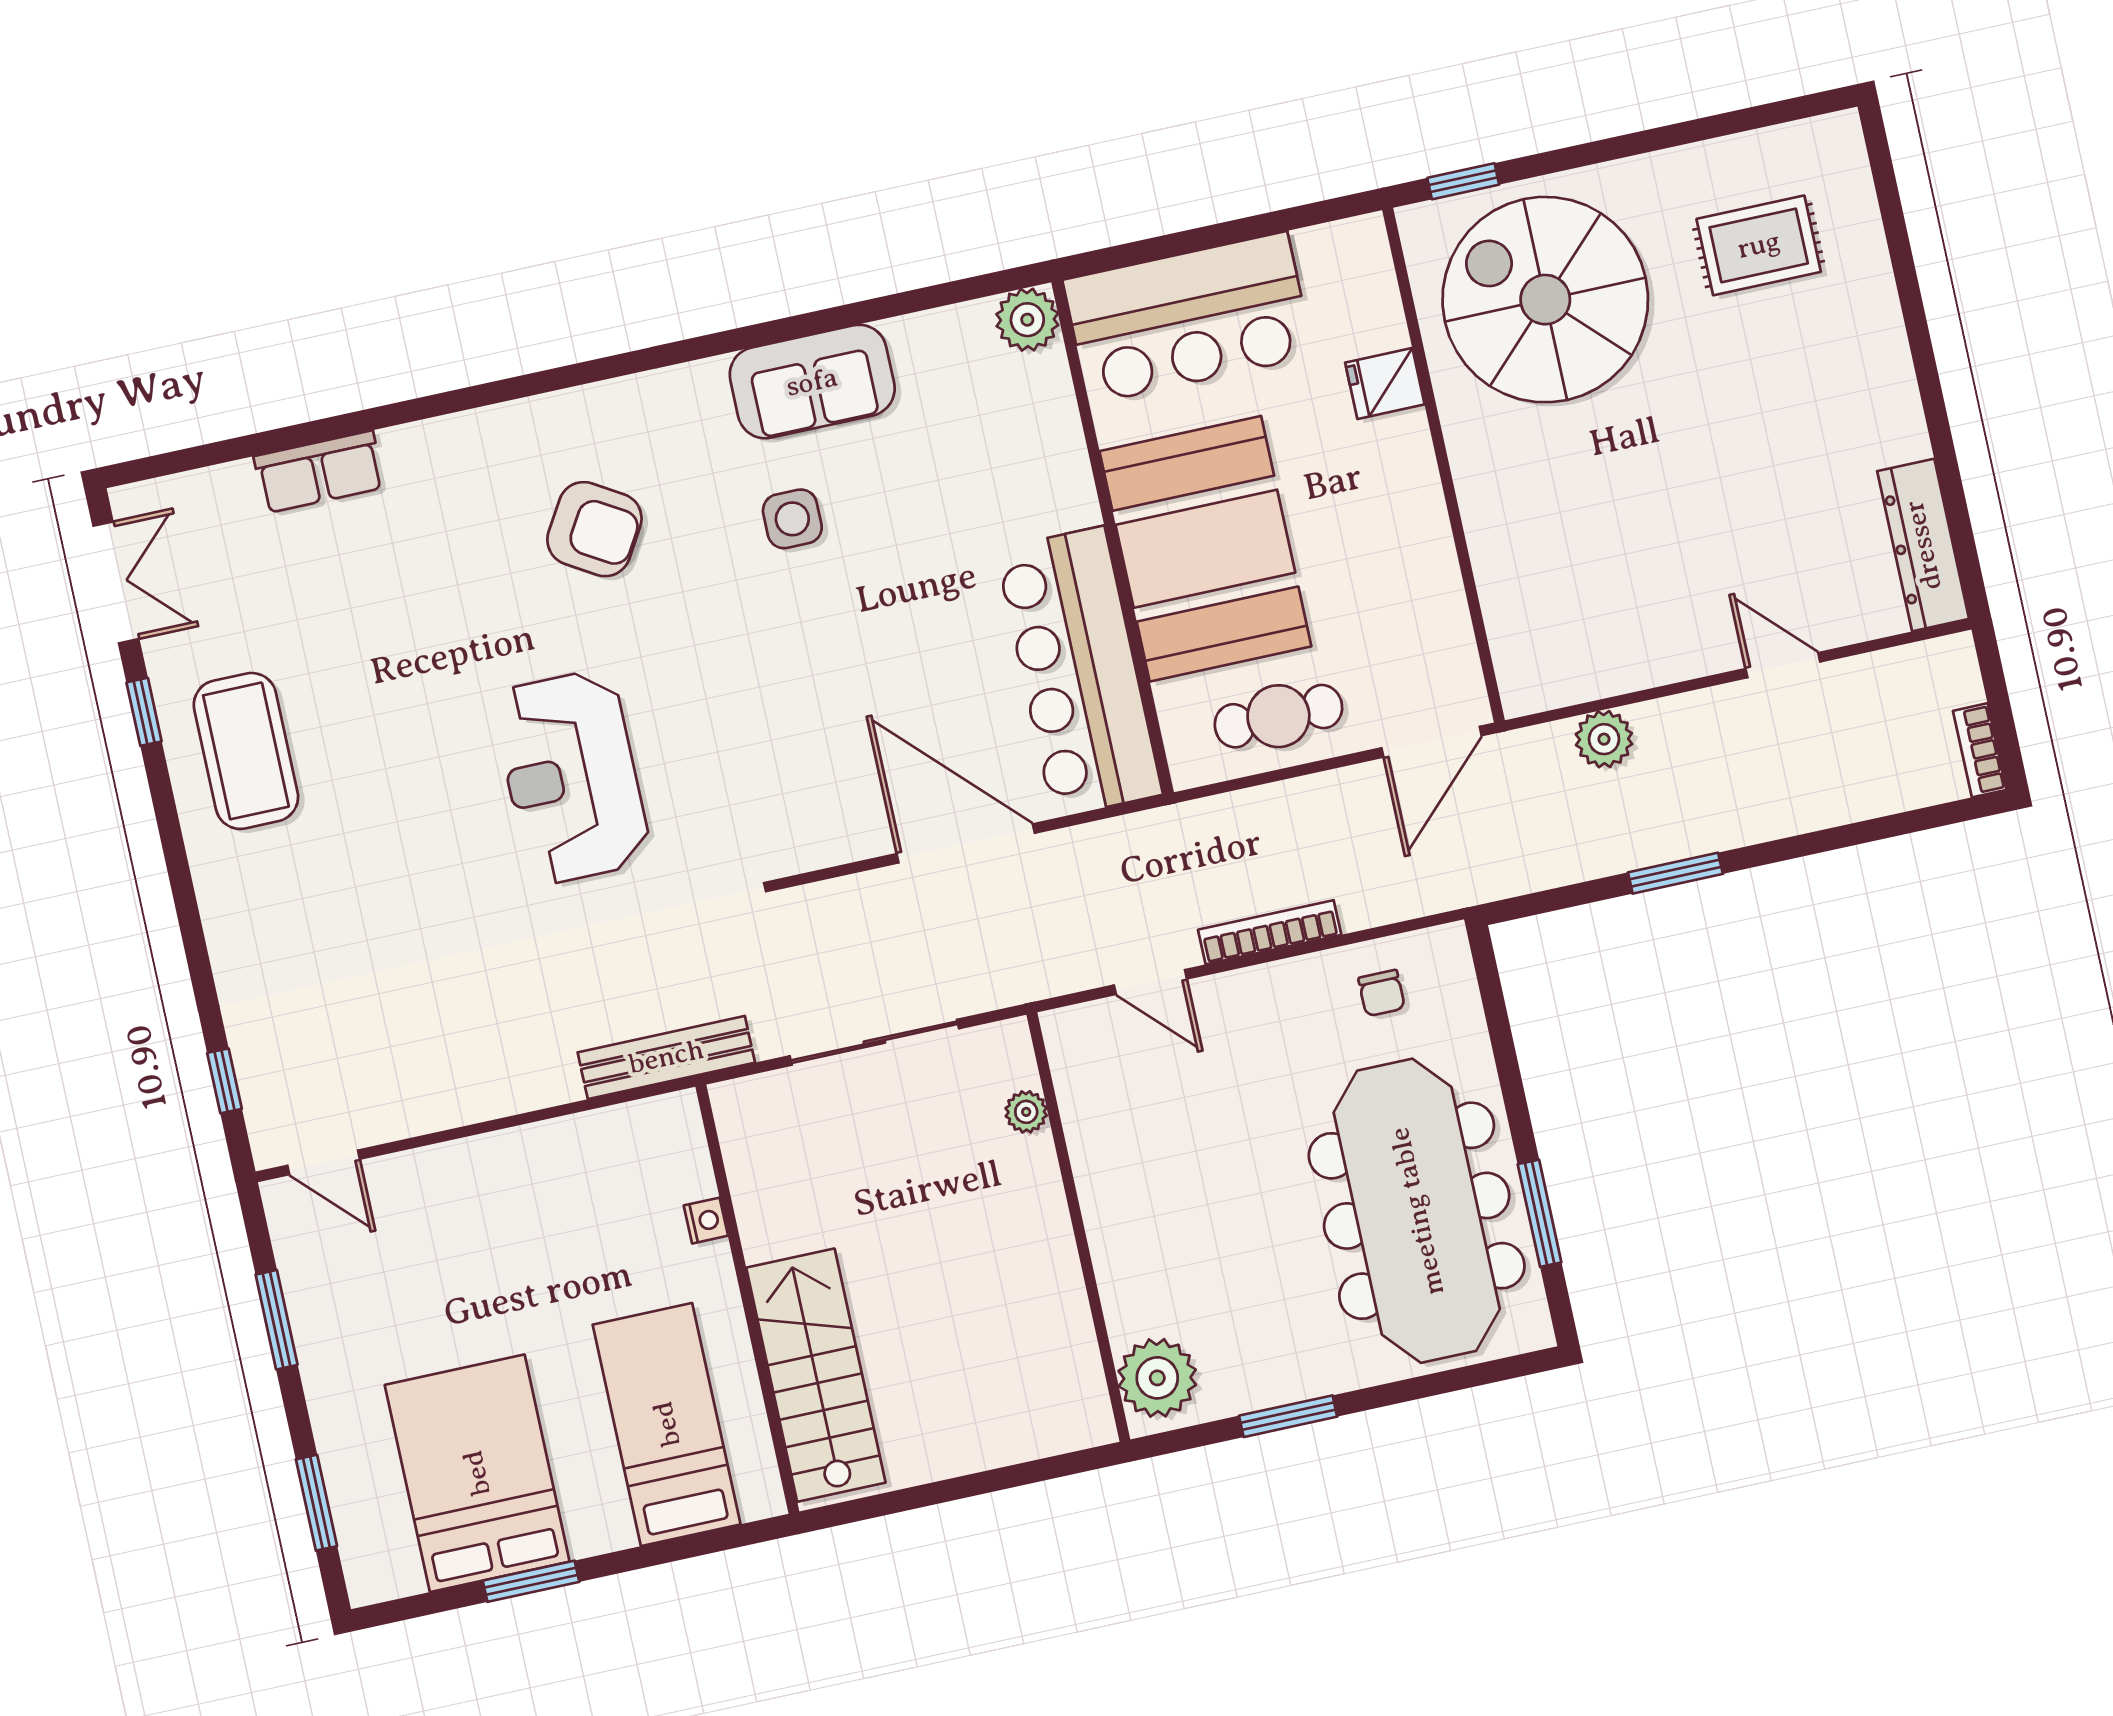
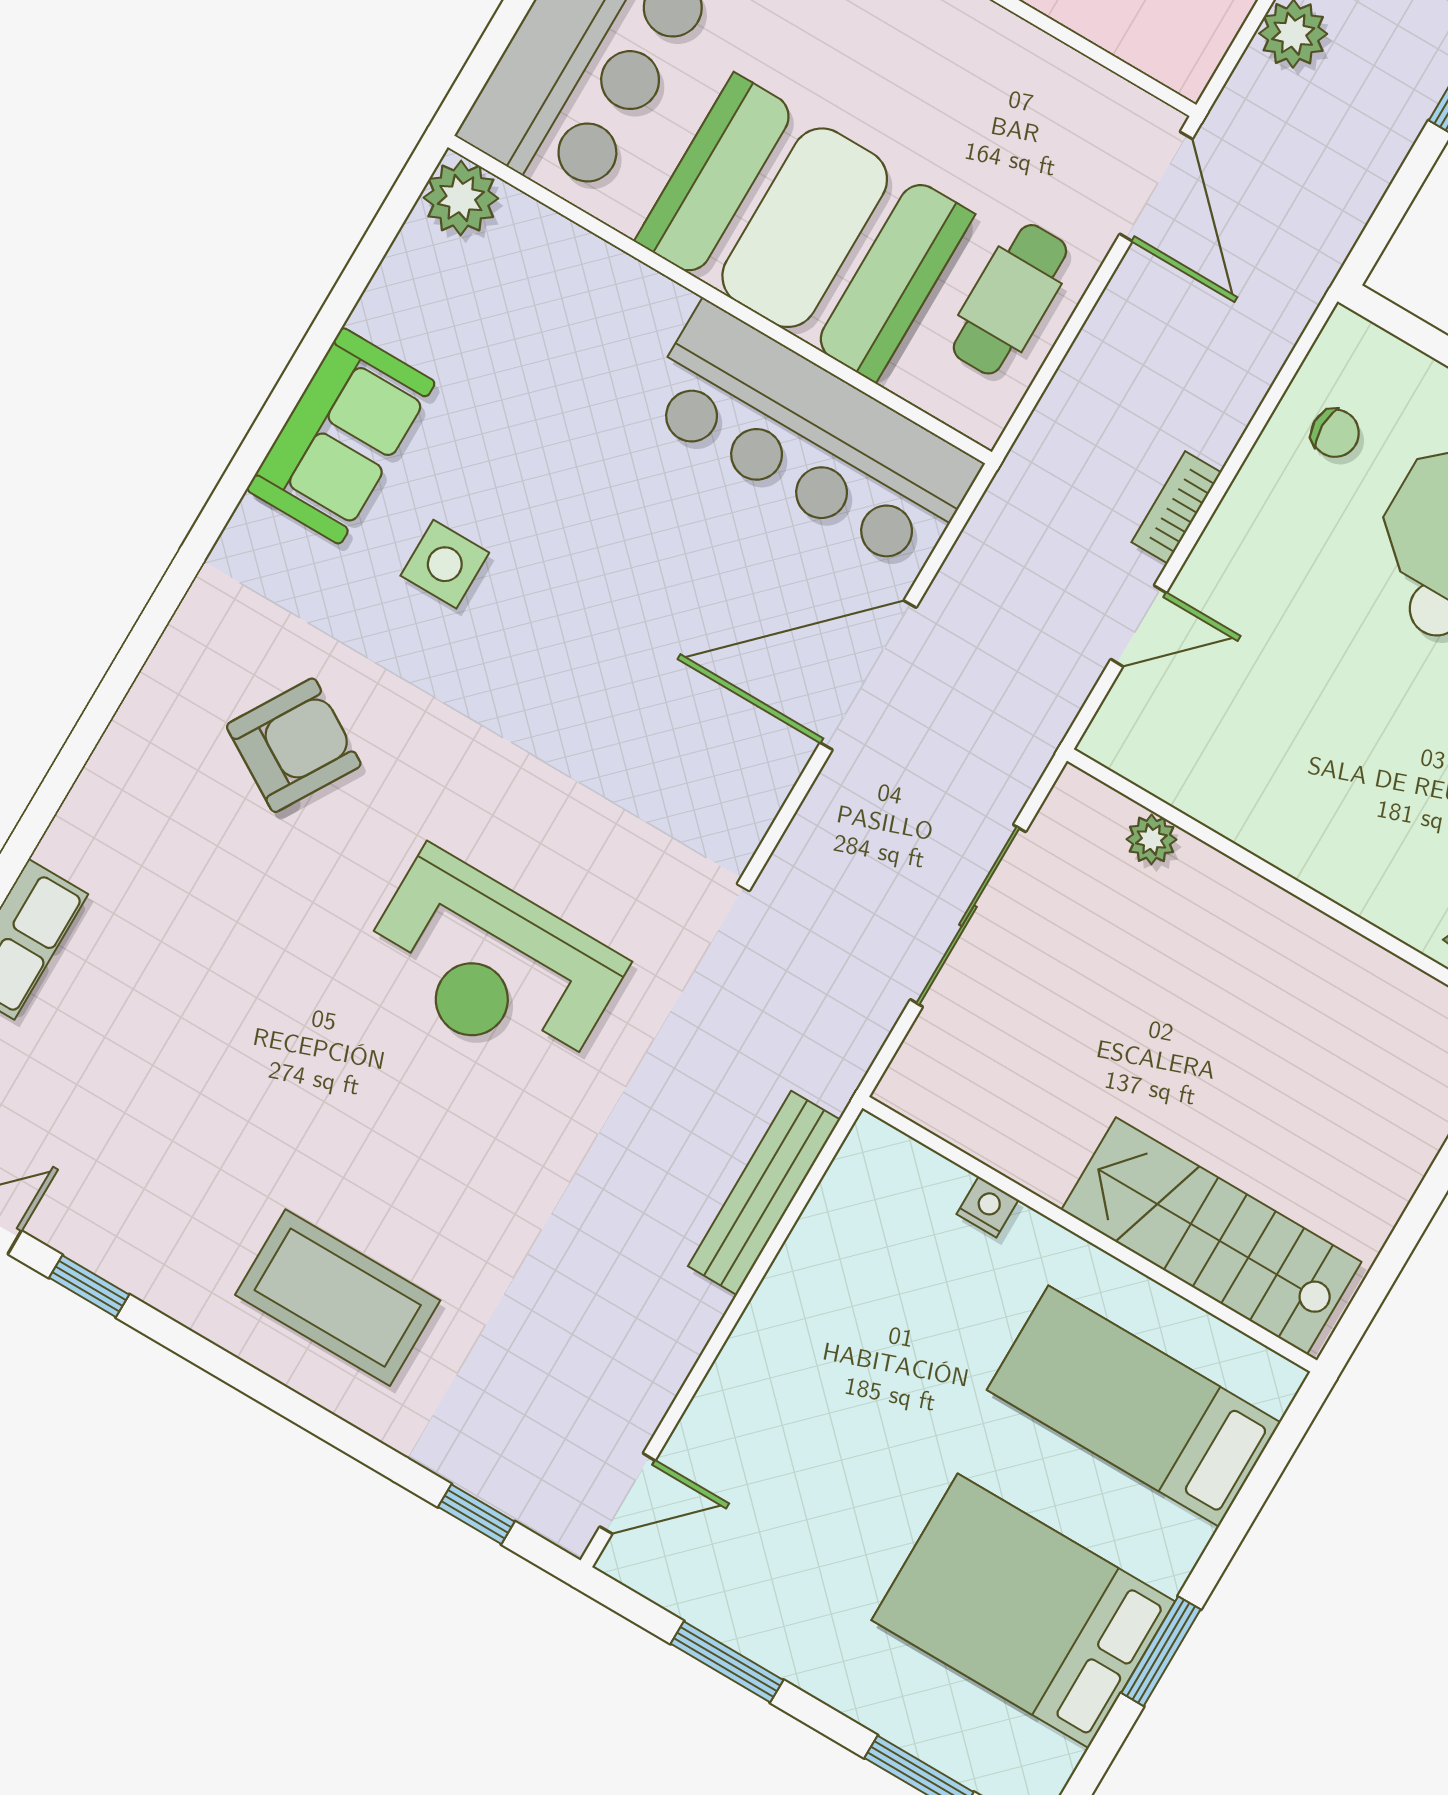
coffee table: (246, 751) -> (338, 1298), moved
bookcase: (1270, 932) -> (1176, 507), width x0.64
bench: (666, 1057) -> (764, 1193), moved

